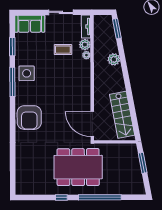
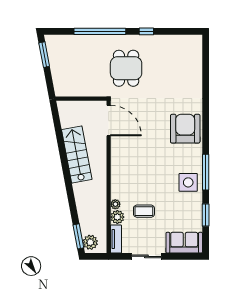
plant: (114, 59) -> (90, 242), moved
stairs: (122, 115) -> (77, 155), moved
window: (143, 163) -> (44, 55), moved
dining table: (78, 167) -> (126, 68), width x0.53, depth x0.80

